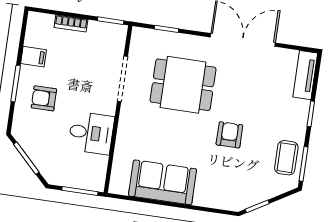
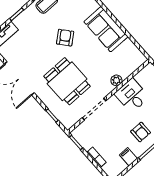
armchair: (229, 135) -> (65, 38), turned 140
plant: (125, 136) -> (116, 80), added
sofa: (163, 182) -> (106, 29), moved

